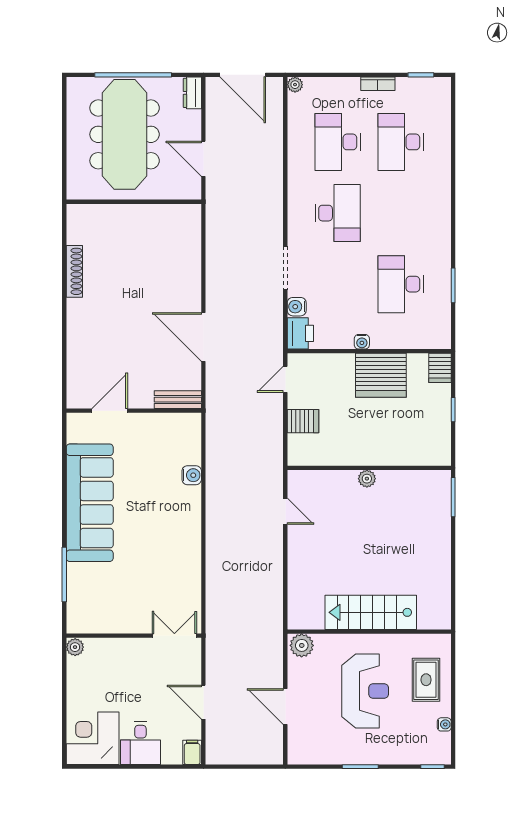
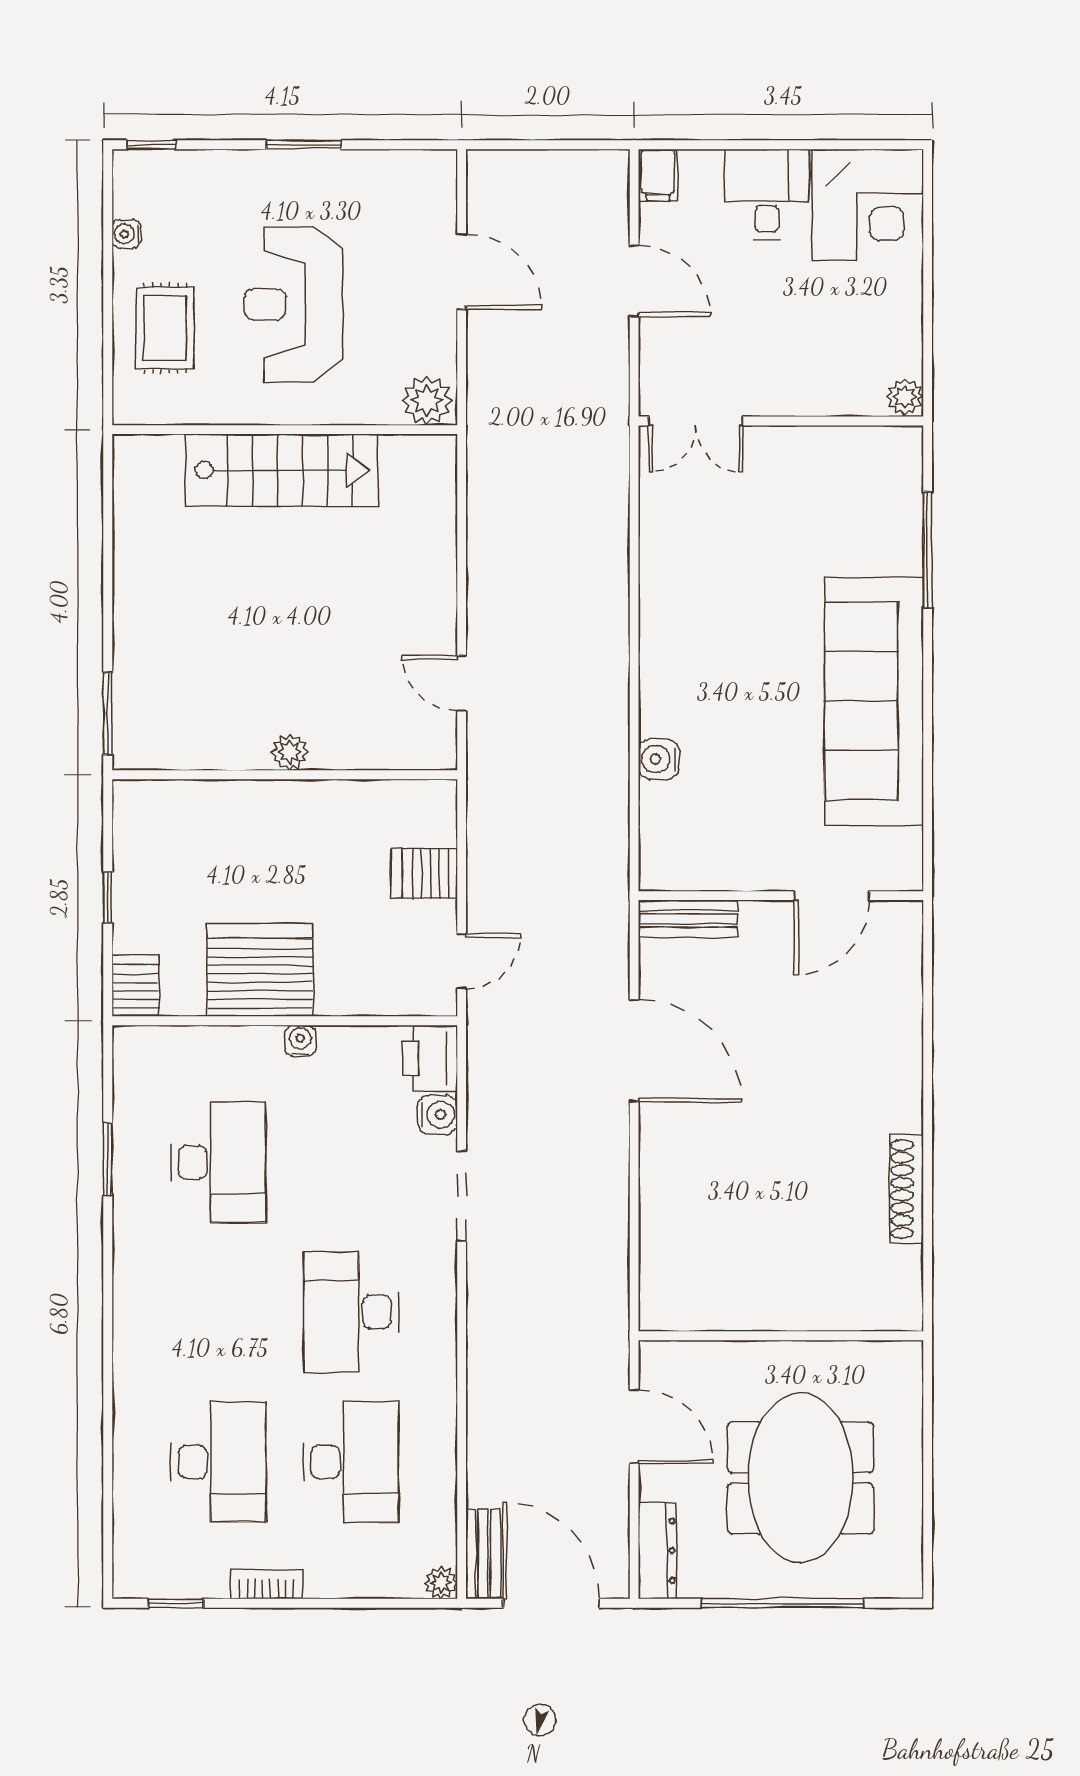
dresser: (192, 93) -> (657, 1551), width x1.44
bench: (275, 98) -> (483, 1554), added
meeting table: (125, 134) -> (800, 1478), width x0.73

